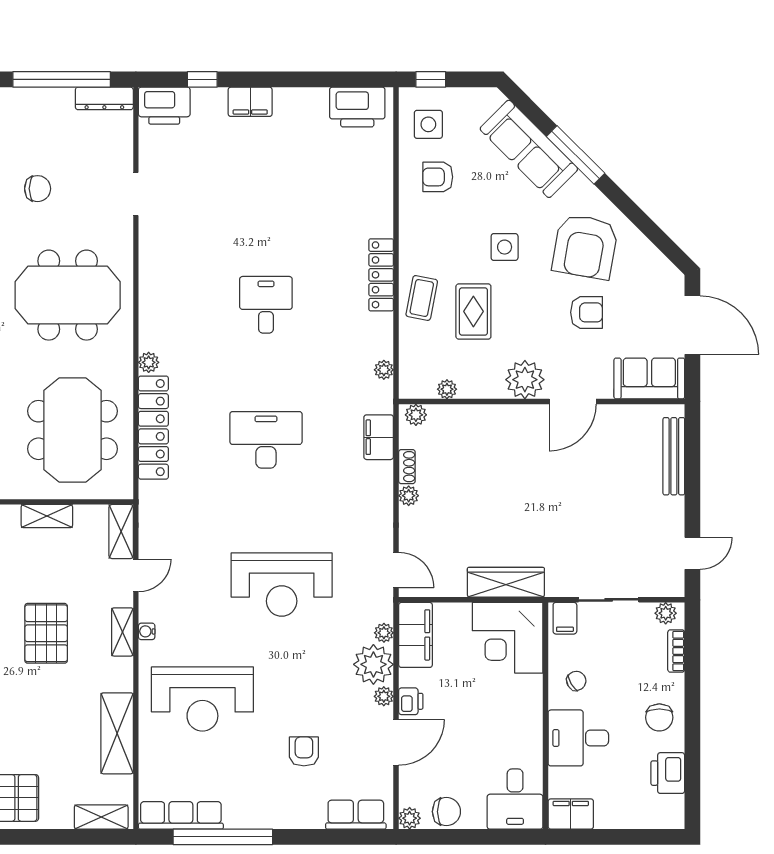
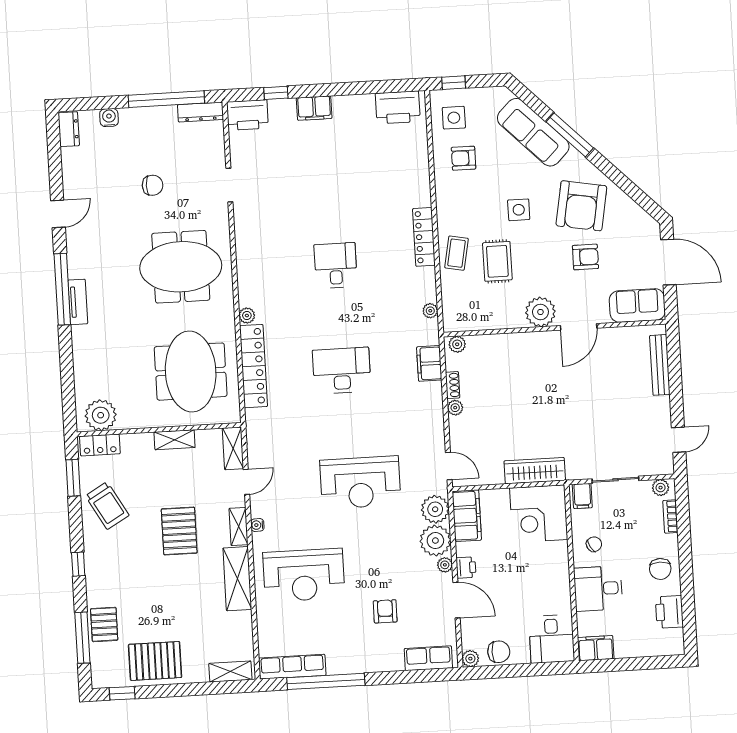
plant: (447, 389) -> (480, 323), removed
plant: (384, 633) -> (435, 509), width x1.87, depth x1.87
shelving: (117, 733) -> (237, 579), moved
door: (396, 742) -> (456, 600), hinge flipped

